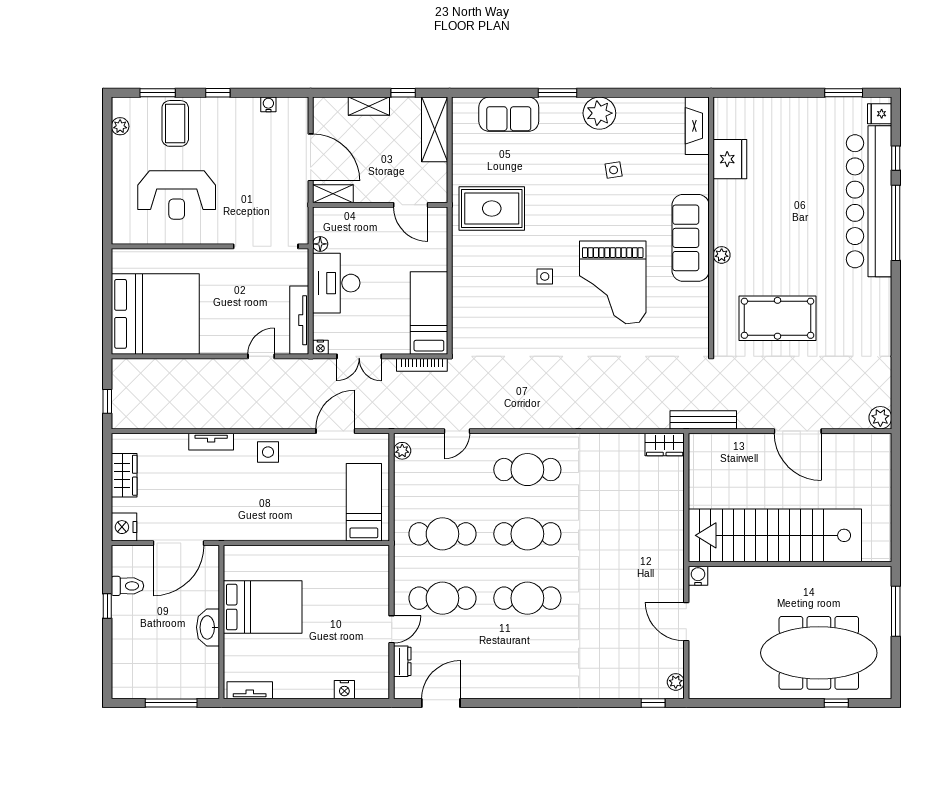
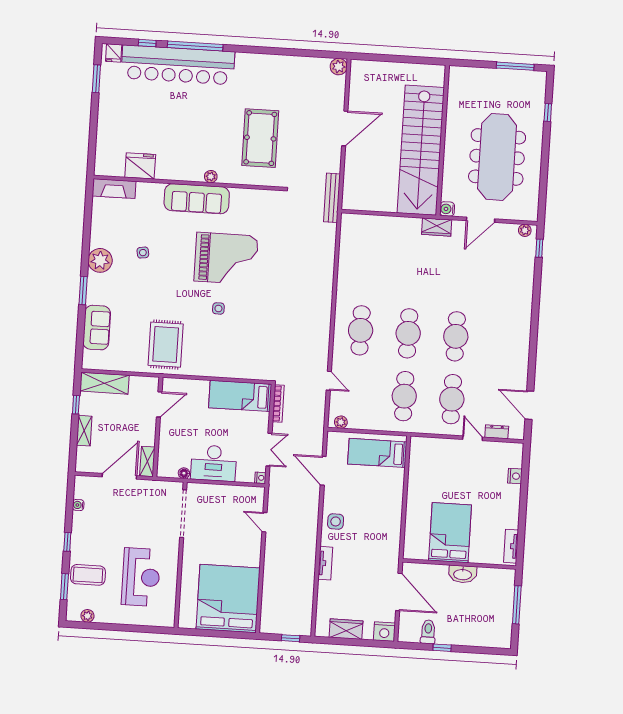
tv unit: (299, 320) -> (239, 492), removed
wardrobe: (665, 444) -> (437, 227), moved, turned 90
window: (896, 611) -> (515, 66), moved
meeting table: (819, 653) -> (497, 157), moved

